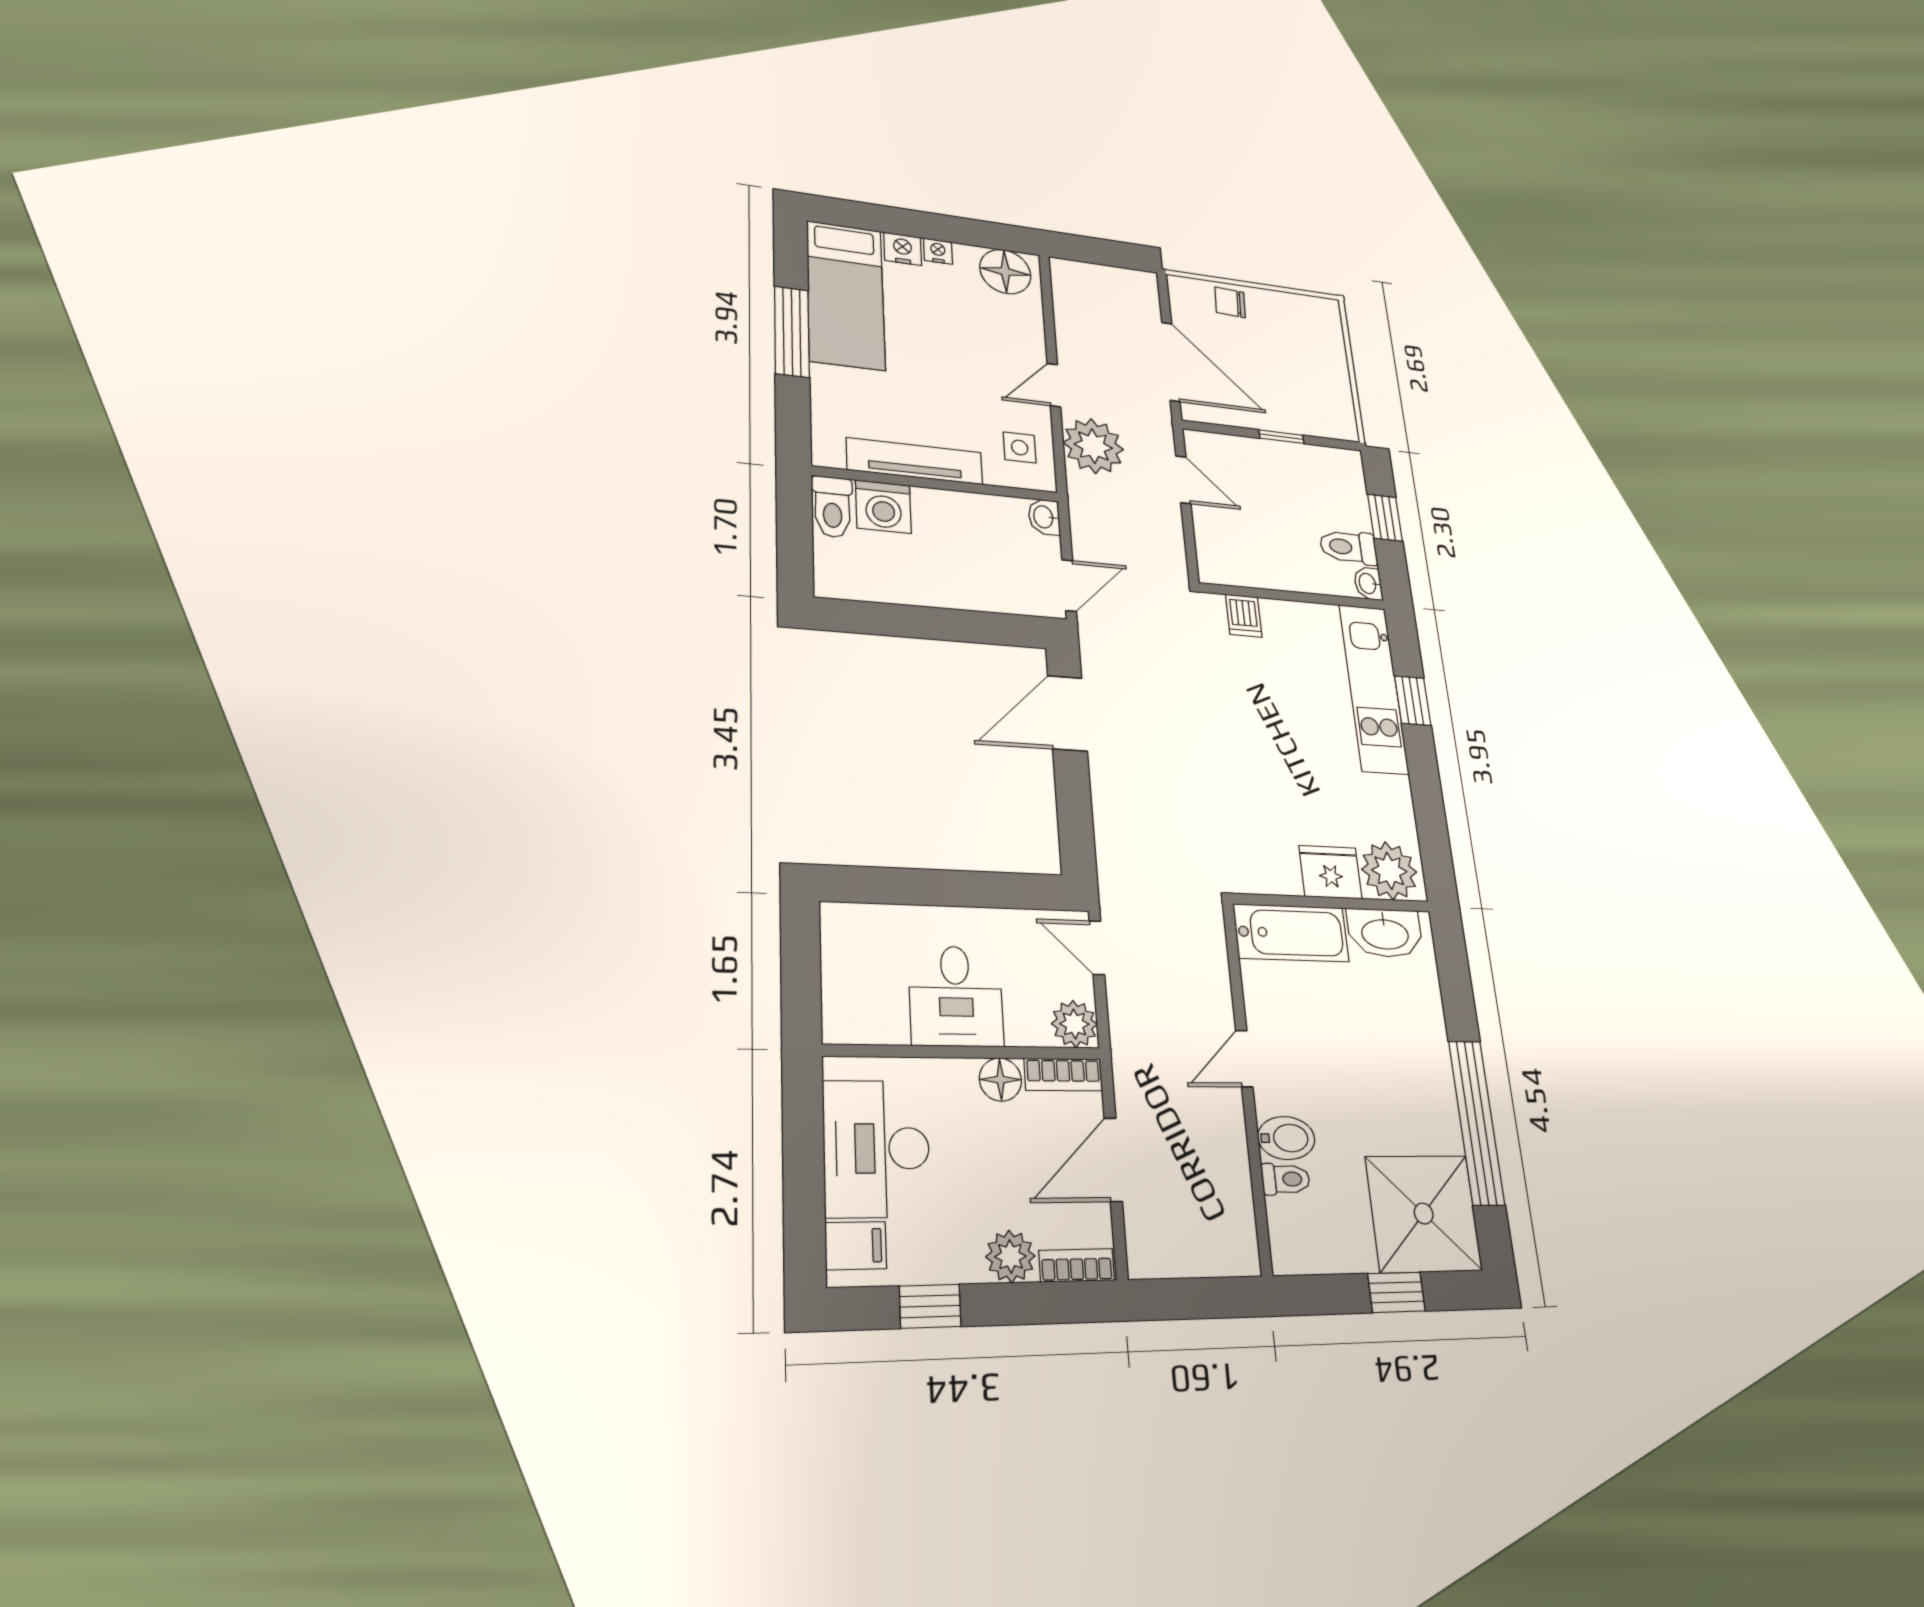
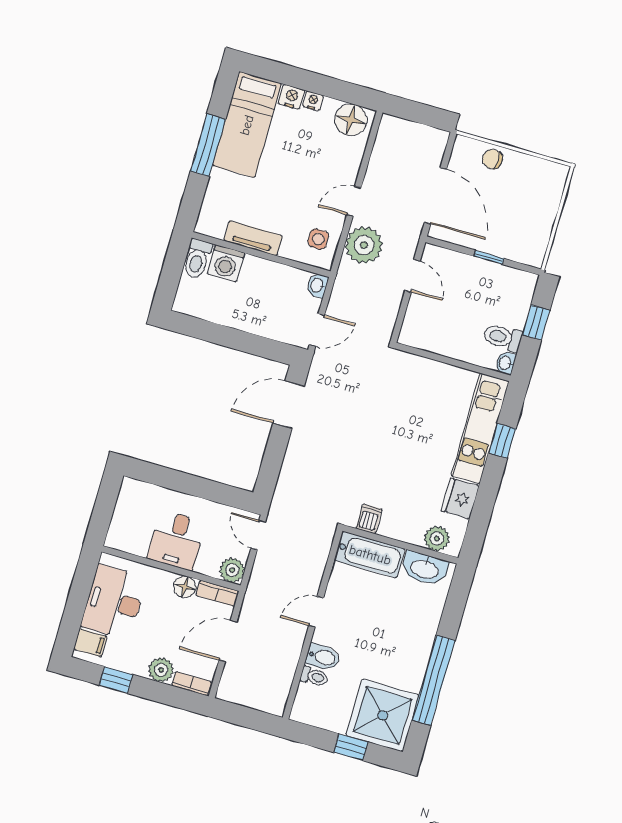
tv unit: (915, 461) -> (253, 238), width x0.71
dishwasher: (1244, 616) -> (369, 519), moved, turned 180
plant: (1389, 871) -> (437, 539), width x0.73, depth x0.73
fridge: (1330, 872) -> (460, 498), moved, turned -90

